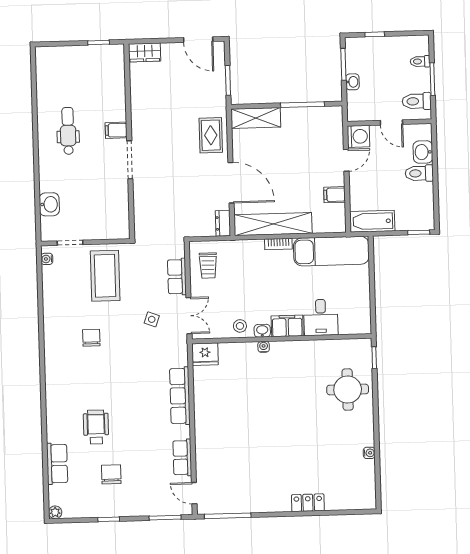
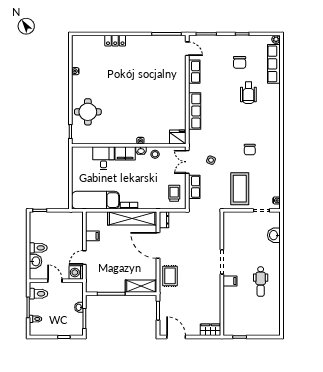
bathtub: (372, 221) -> (69, 218), removed
row of seats: (57, 464) -> (274, 64), width x1.48

